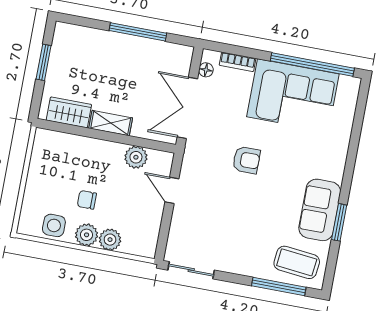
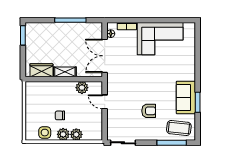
window: (44, 62) -> (23, 35), moved
window: (312, 65) -> (167, 20), removed
armchair: (246, 160) -> (149, 111), moved

